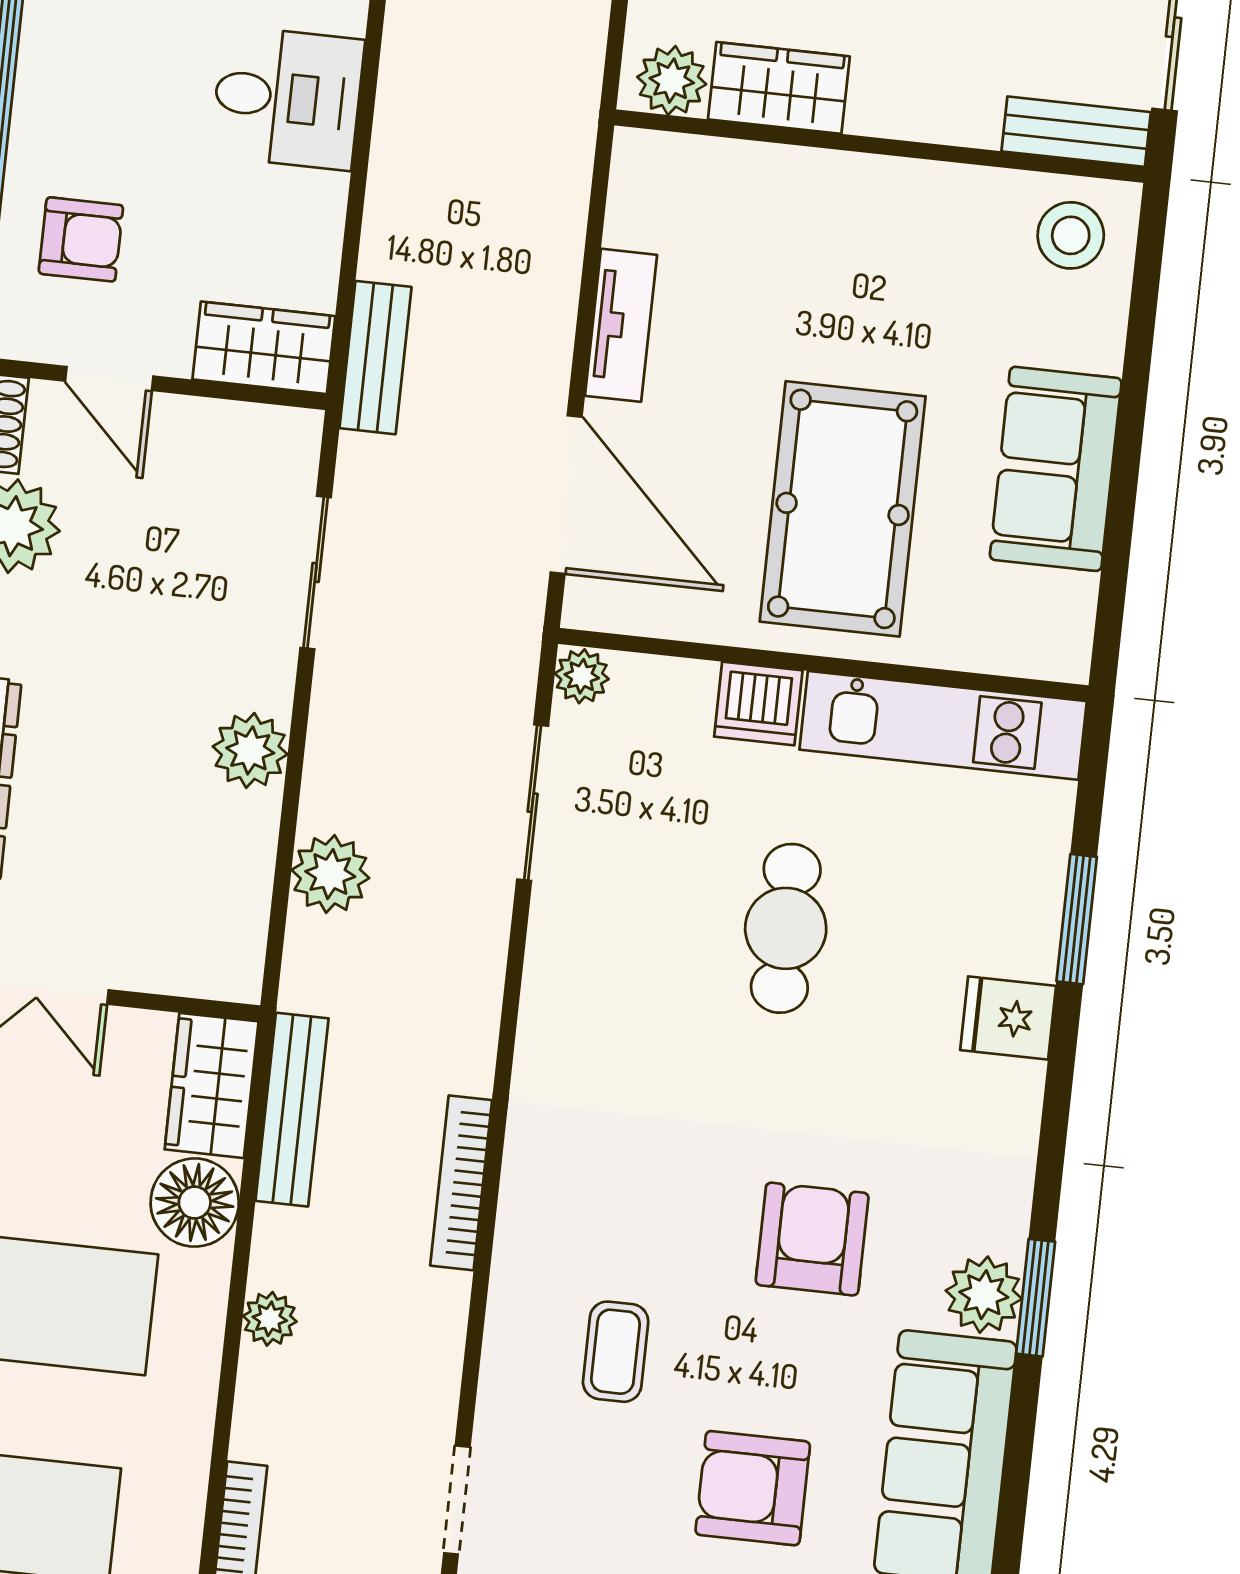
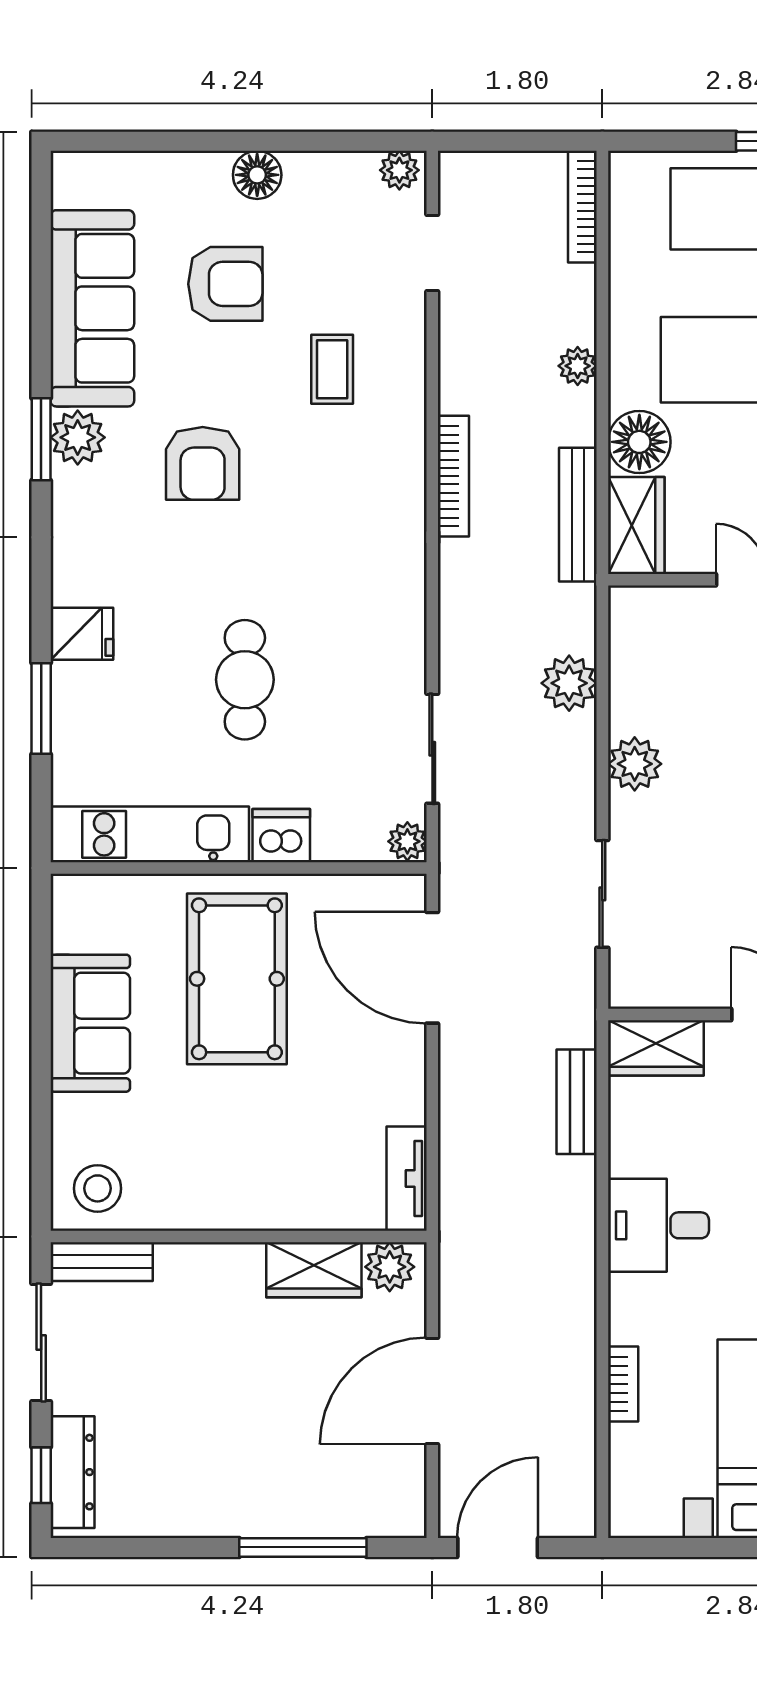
tv unit: (621, 325) -> (407, 1179), moved
bench: (375, 358) -> (577, 1102), moved

